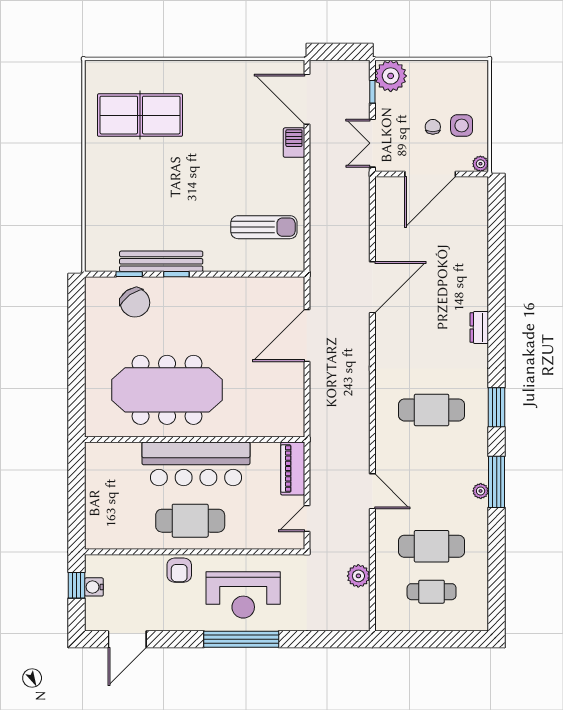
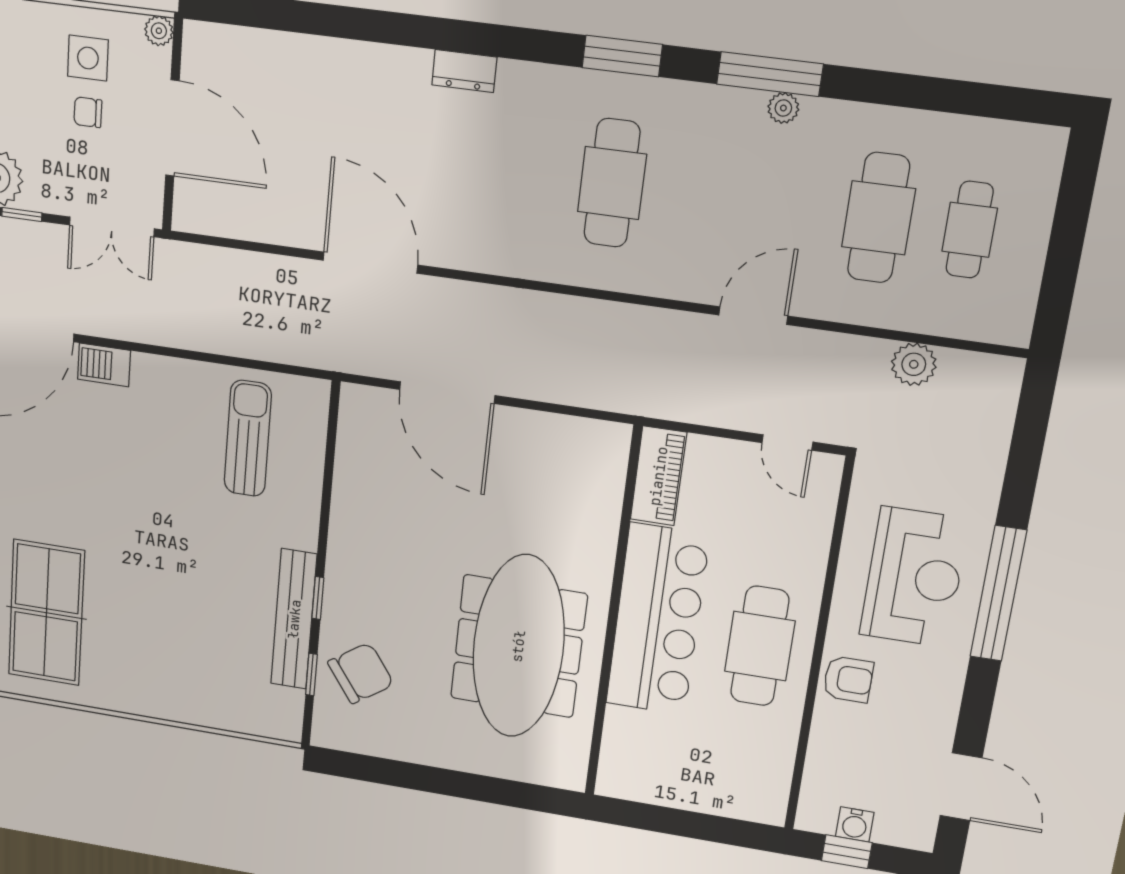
piano: (293, 469) -> (658, 476), moved, turned -90

